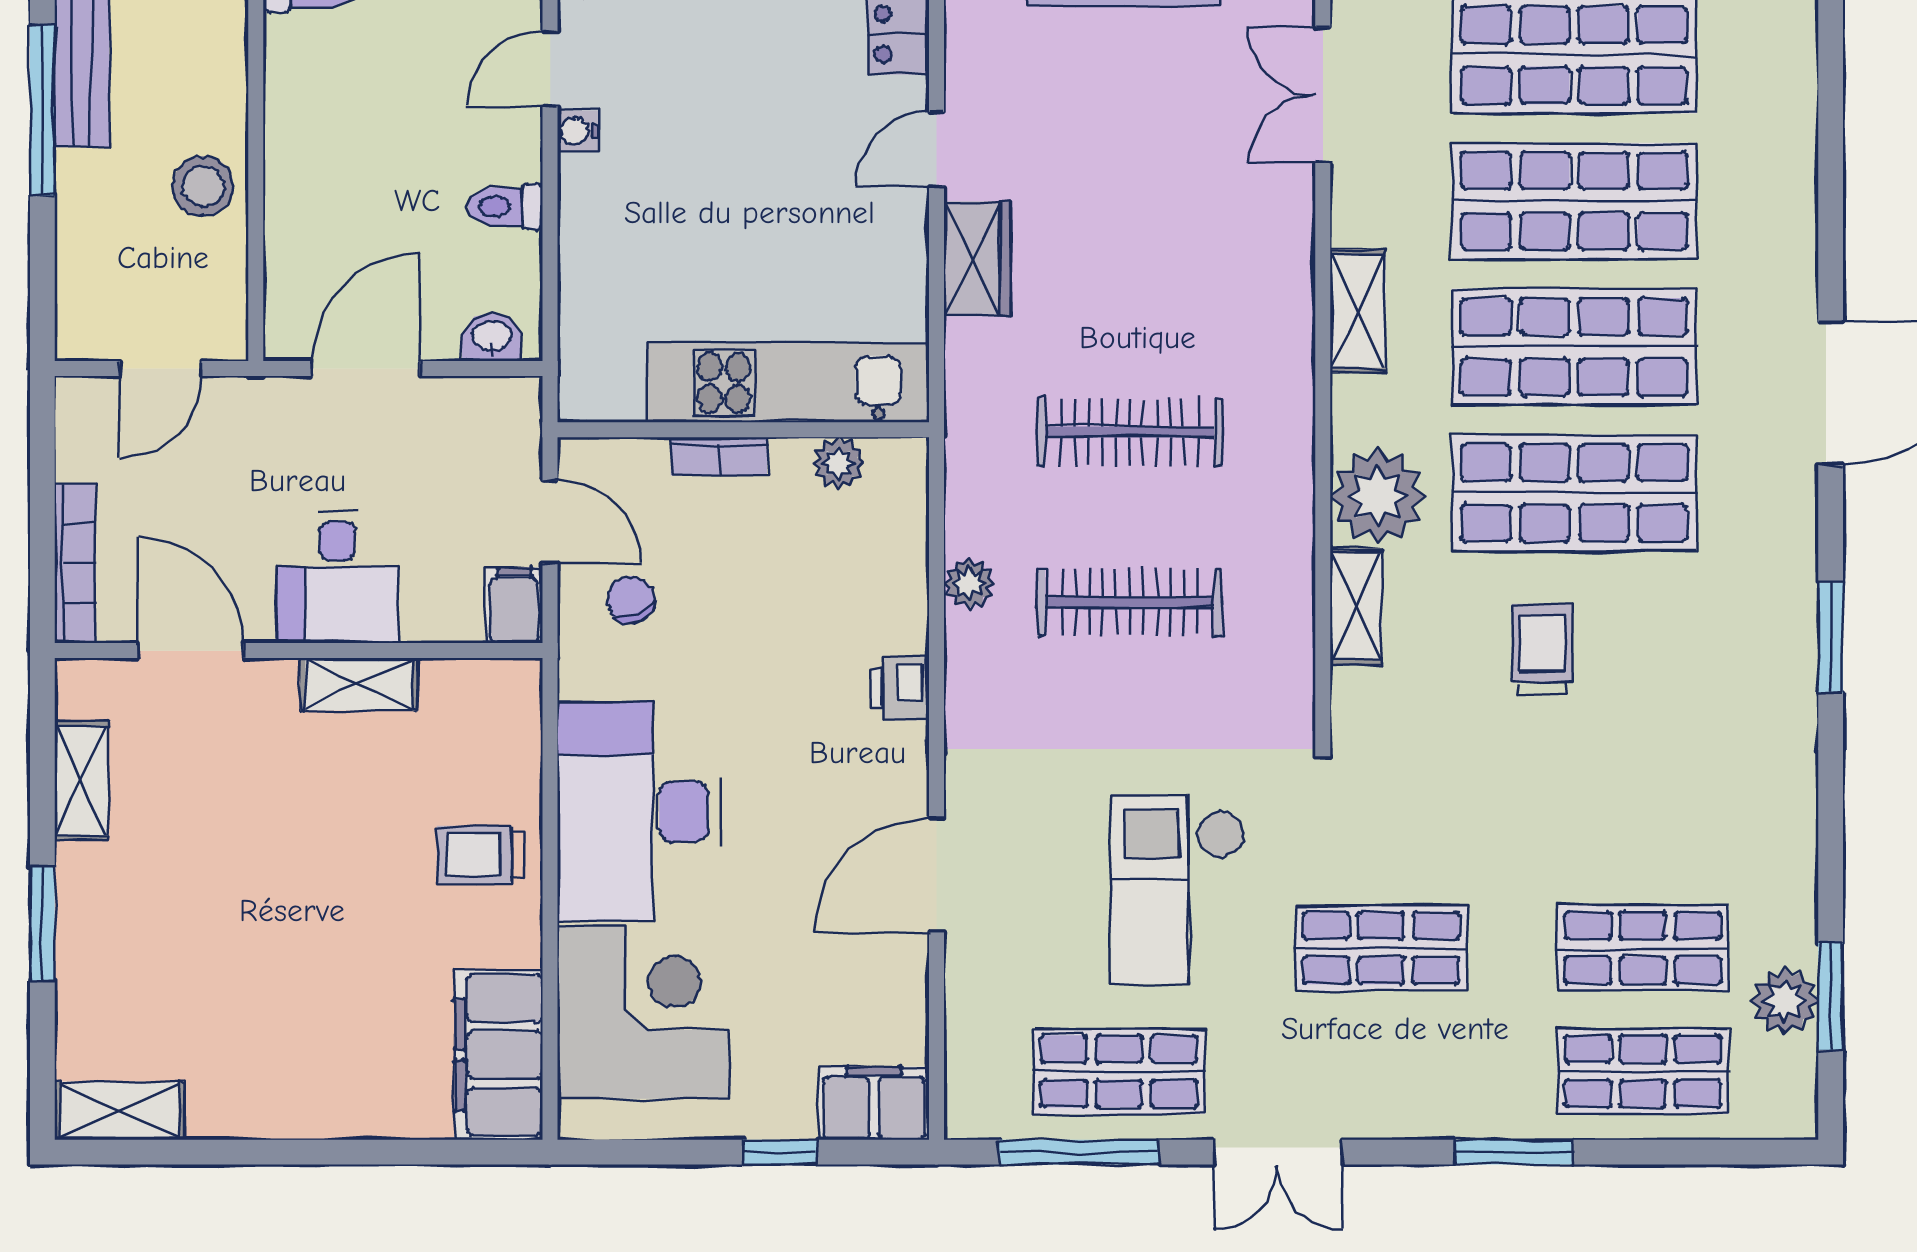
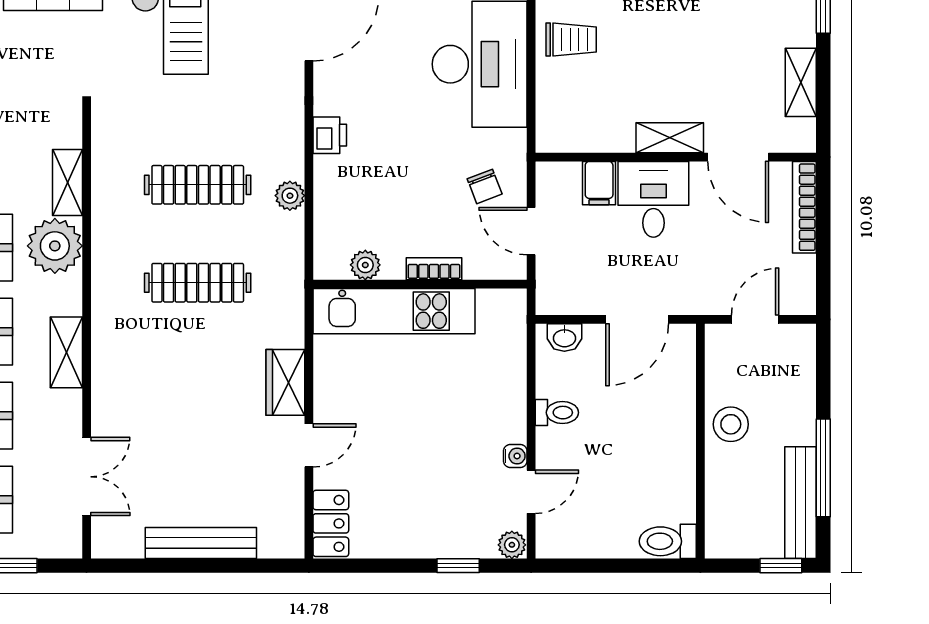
filing cabinet: (514, 605) -> (599, 183), moved
shelving: (359, 684) -> (670, 138), moved

